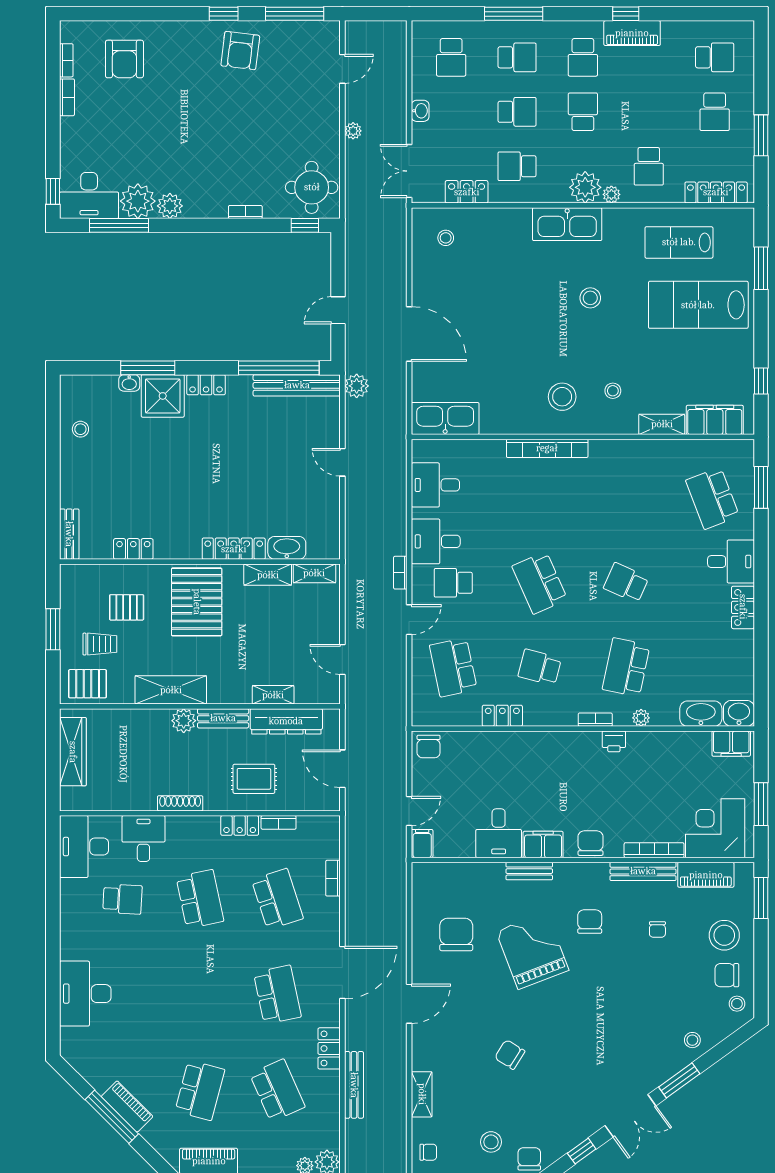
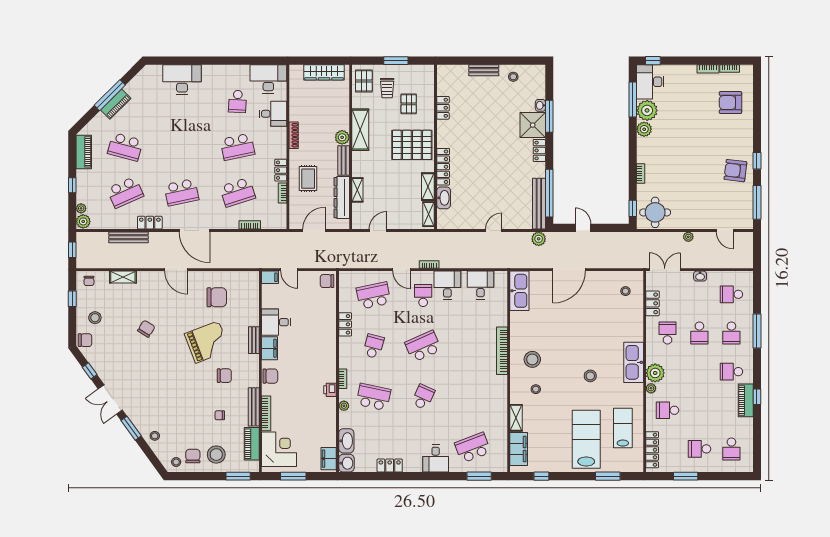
school desk: (583, 112) -> (699, 372), removed
bench: (69, 534) -> (484, 70), moved
locker: (743, 607) -> (390, 466), moved

